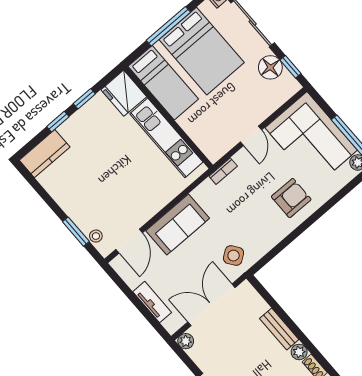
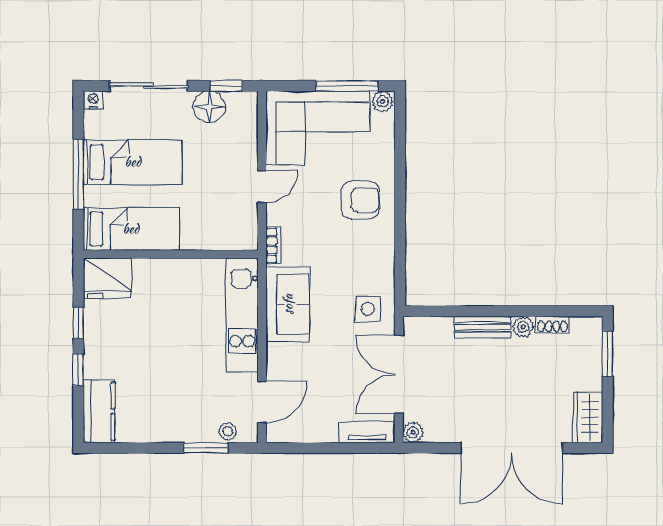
bed: (202, 51) -> (133, 162), width x0.67
door: (251, 136) -> (262, 186), hinge flipped
kitchen unit: (166, 138) -> (242, 315), moved, turned 90
armchair: (291, 198) -> (360, 200), turned 90
sofa: (178, 225) -> (288, 304), moved
door: (129, 241) -> (262, 402), hinge flipped
side table: (234, 256) -> (368, 309), turned 36
tv unit: (152, 302) -> (367, 432), moved

